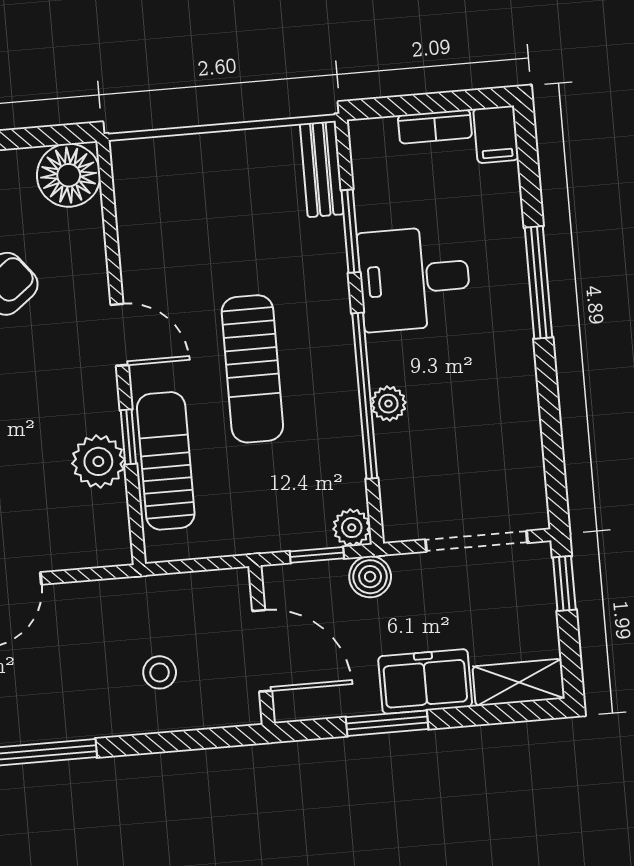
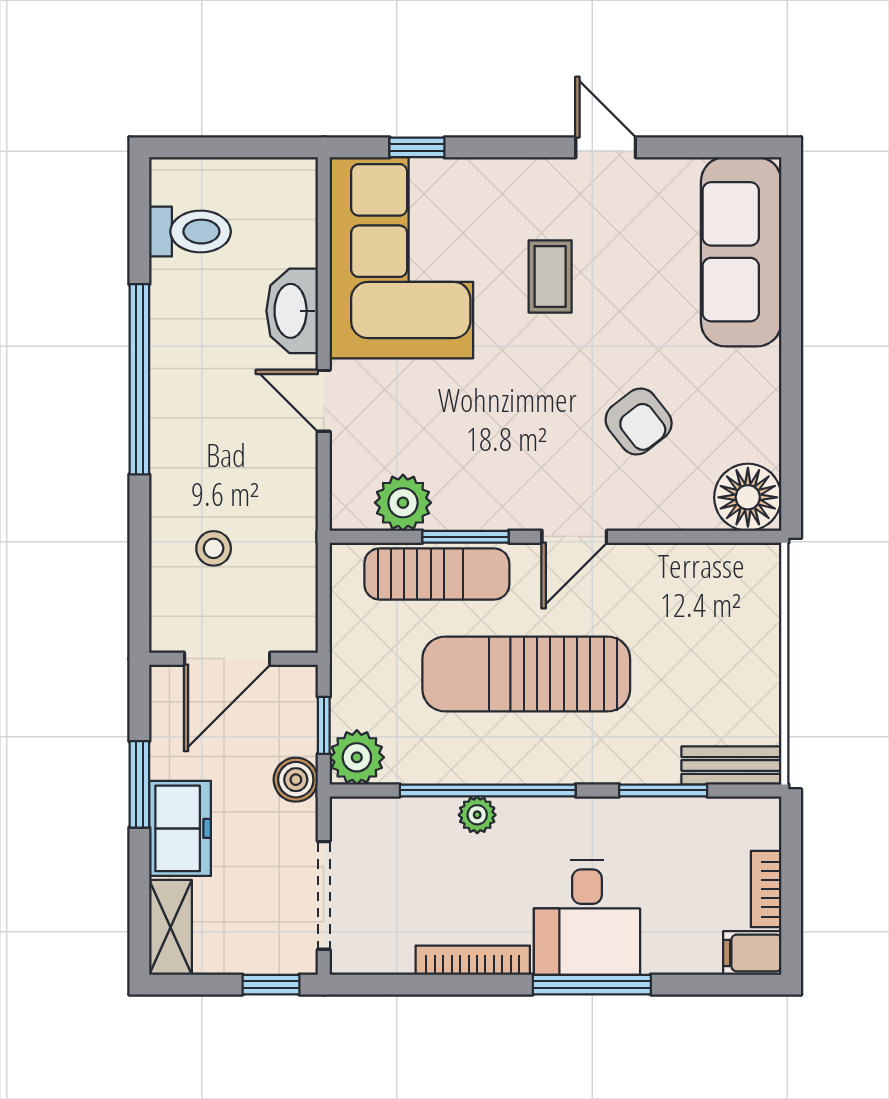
desk: (414, 279) -> (587, 918), moved, turned 180
sun lounger: (252, 369) -> (526, 674), width x1.36, depth x1.34
bookcase: (525, 396) -> (473, 960), added
window: (128, 437) -> (466, 537), width x1.50
plant: (98, 461) -> (403, 503), moved
plant: (352, 528) -> (357, 757), width x1.38, depth x1.38

